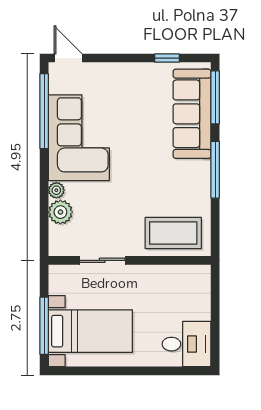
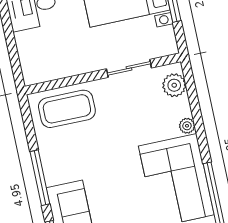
plant: (60, 212) -> (174, 85), moved

